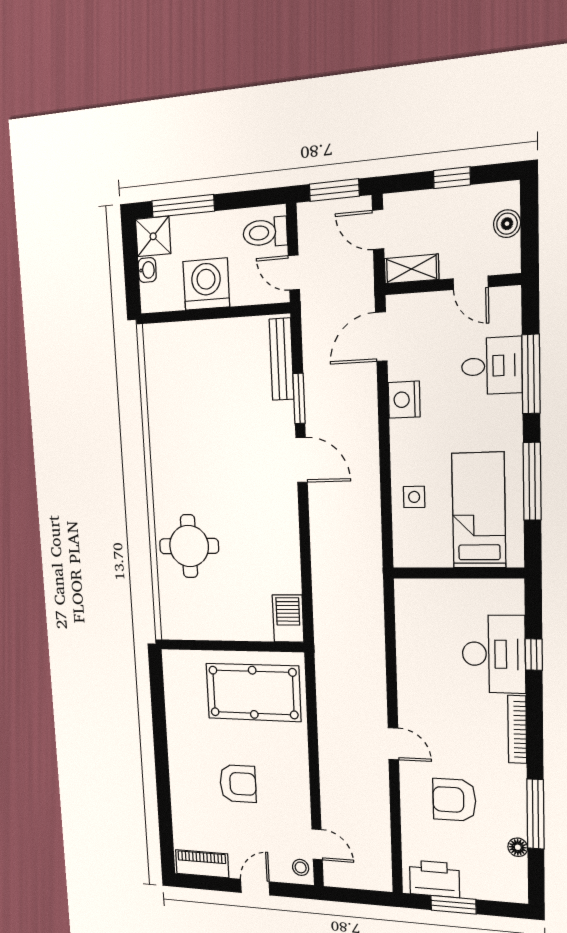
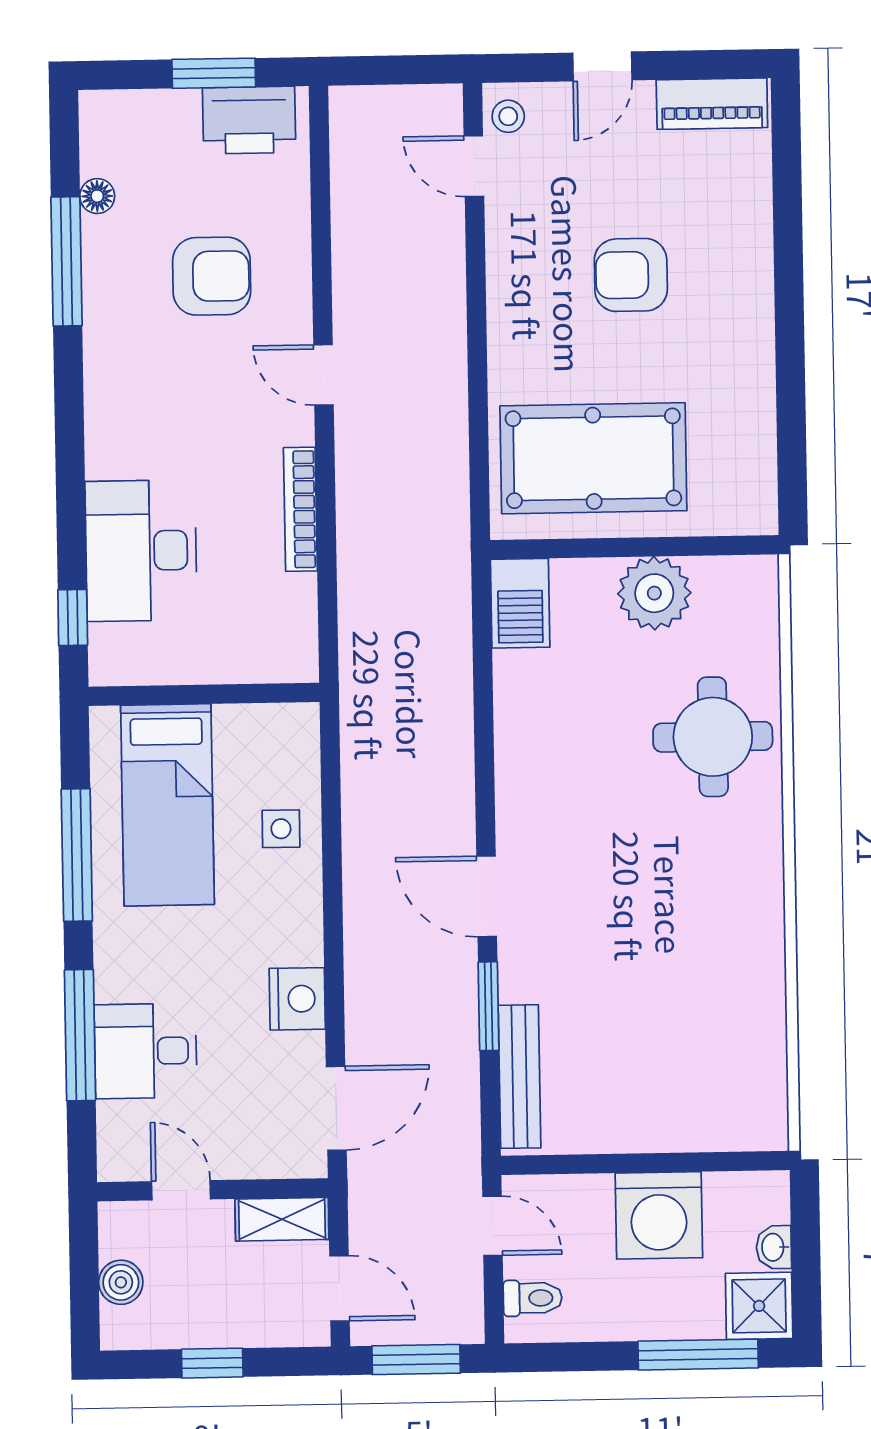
toilet: (265, 232) -> (533, 1298), width x0.73, depth x0.72
plant: (221, 622) -> (654, 593), added
window: (534, 655) -> (73, 617), moved
bookcase: (517, 729) -> (300, 509), moved, turned 180

